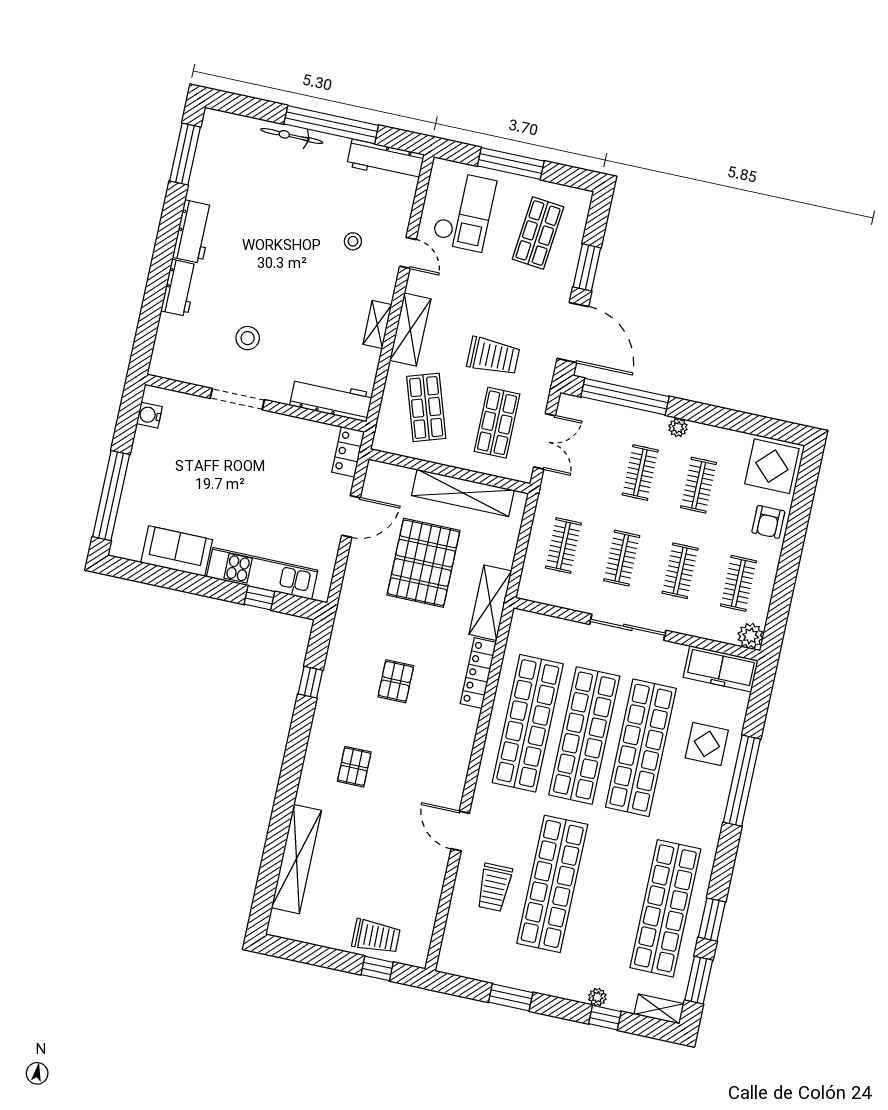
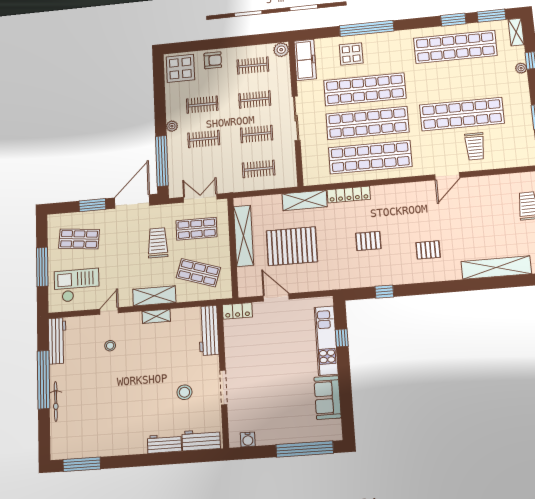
workbench: (193, 232) -> (201, 440), moved
shop shelf: (426, 407) -> (198, 273), turned 36
trolley: (494, 887) -> (475, 146), turned 90

